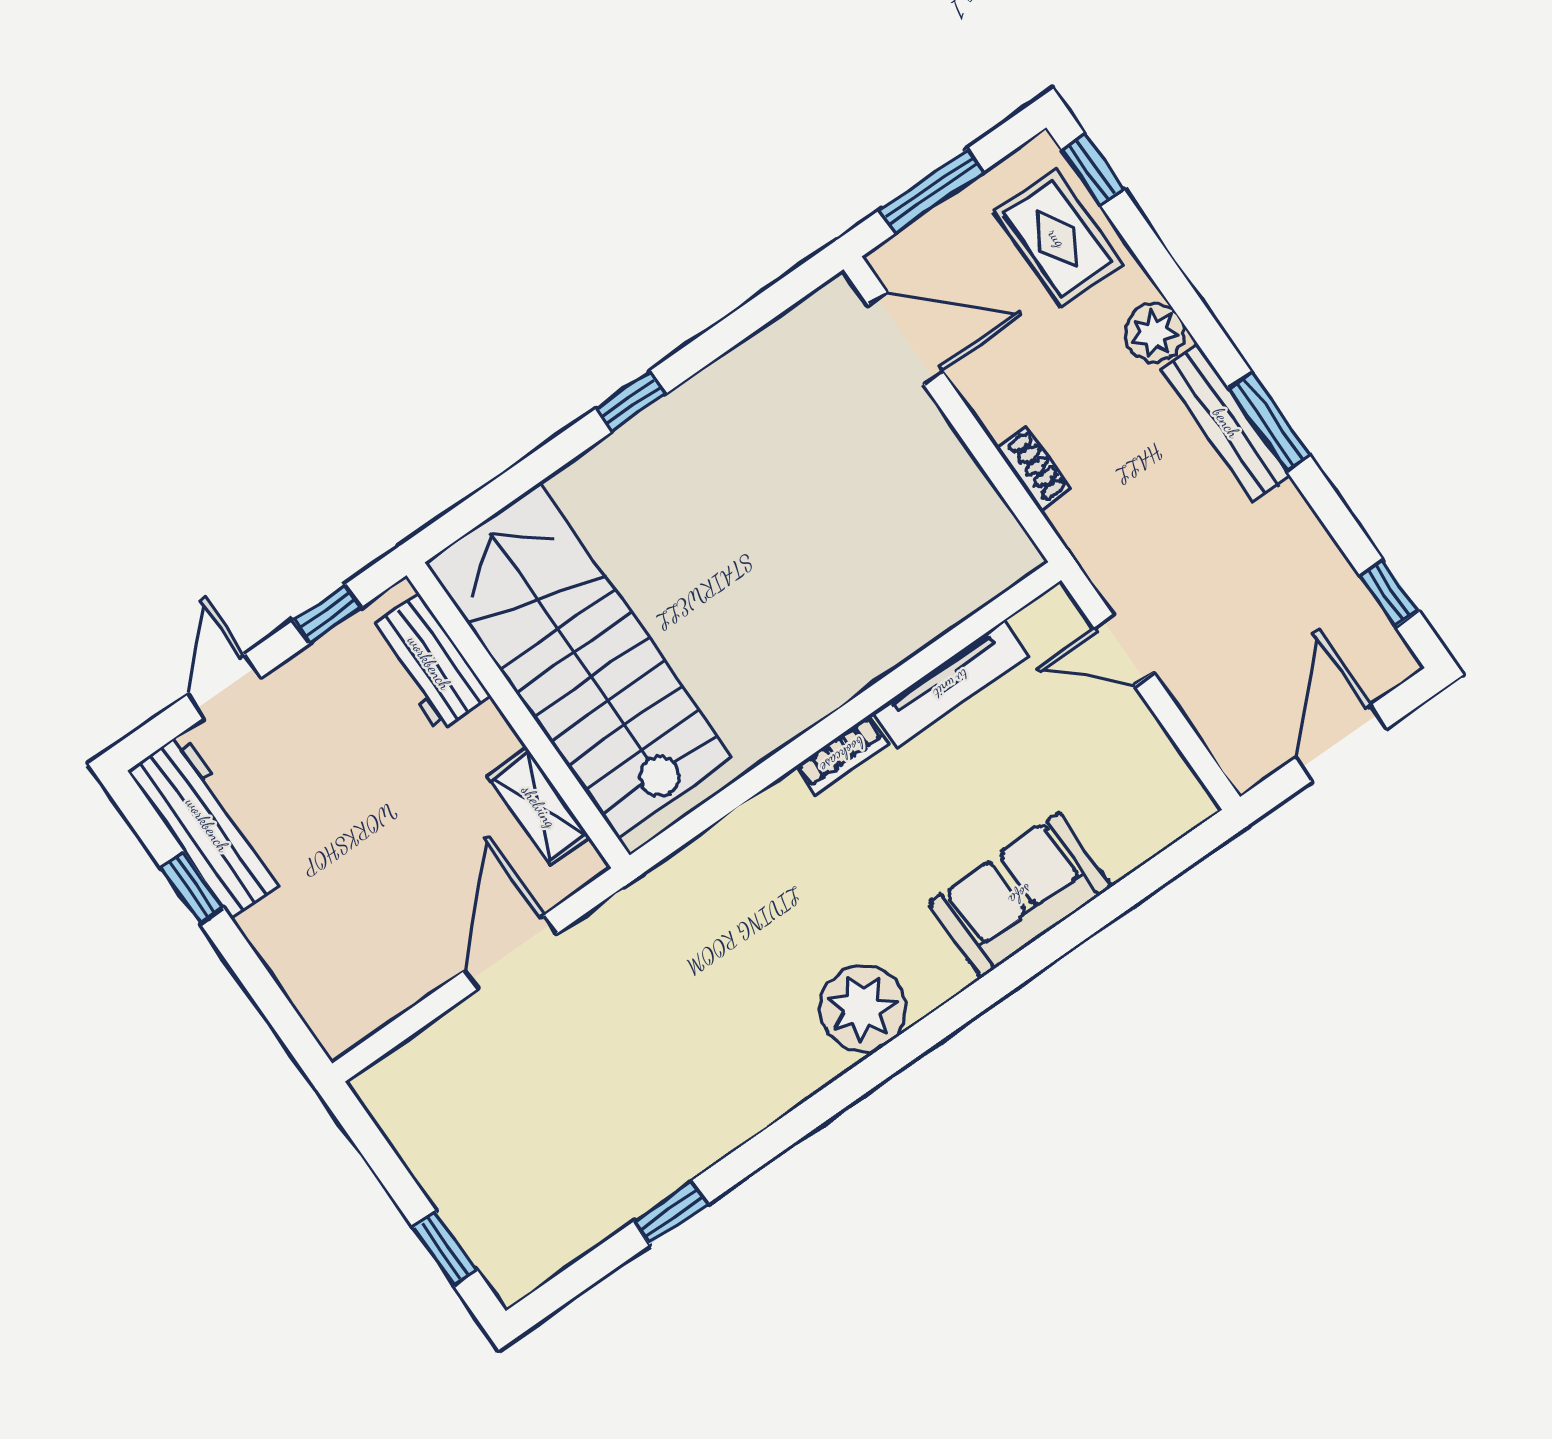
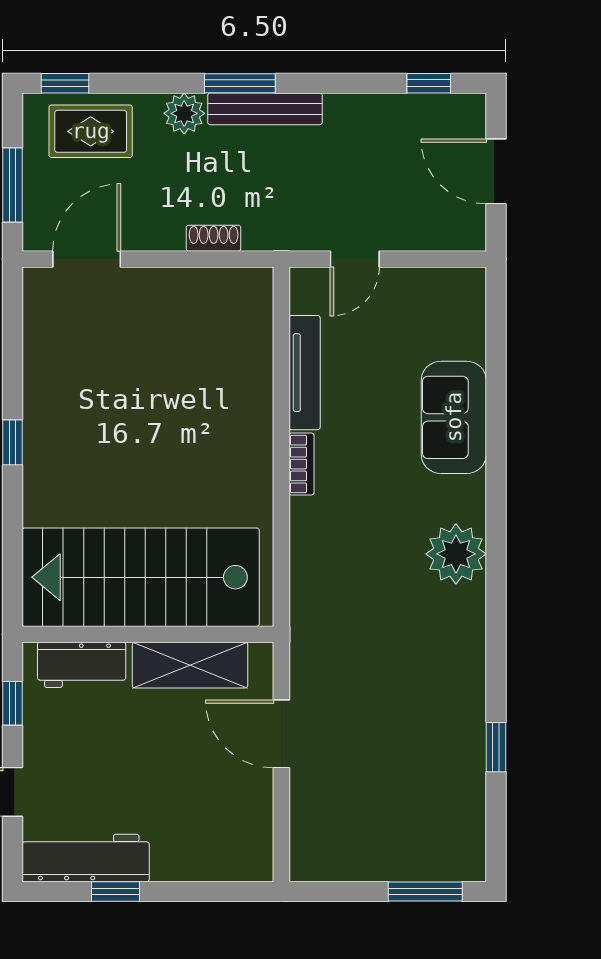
window: (1269, 422) -> (240, 83), moved
shelving: (539, 807) -> (190, 665), width x1.50, depth x1.33
window: (445, 1248) -> (425, 891), width x1.50

